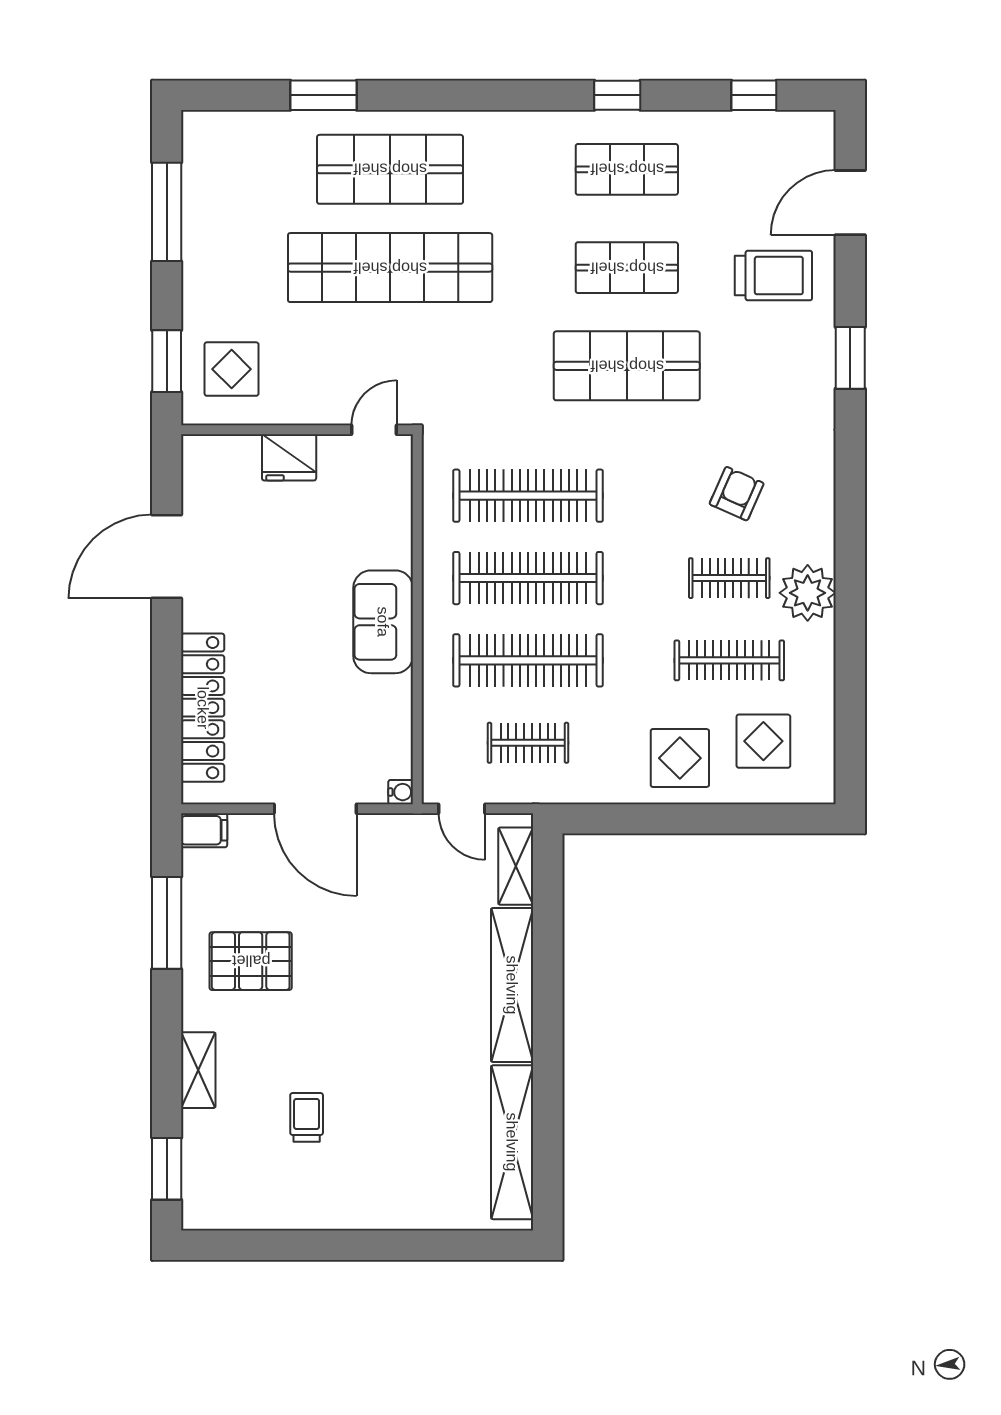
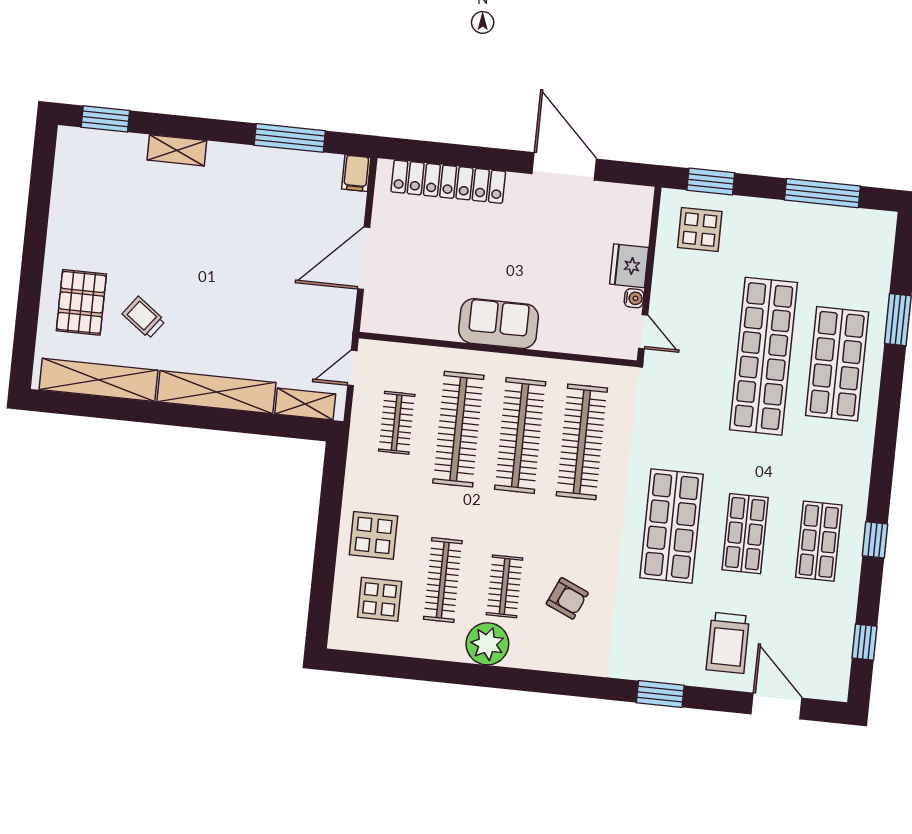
water cooler: (401, 792) -> (634, 298), moved, turned -90
pallet: (251, 961) -> (81, 302), moved
trolley: (307, 1117) -> (144, 317), moved, turned -143

